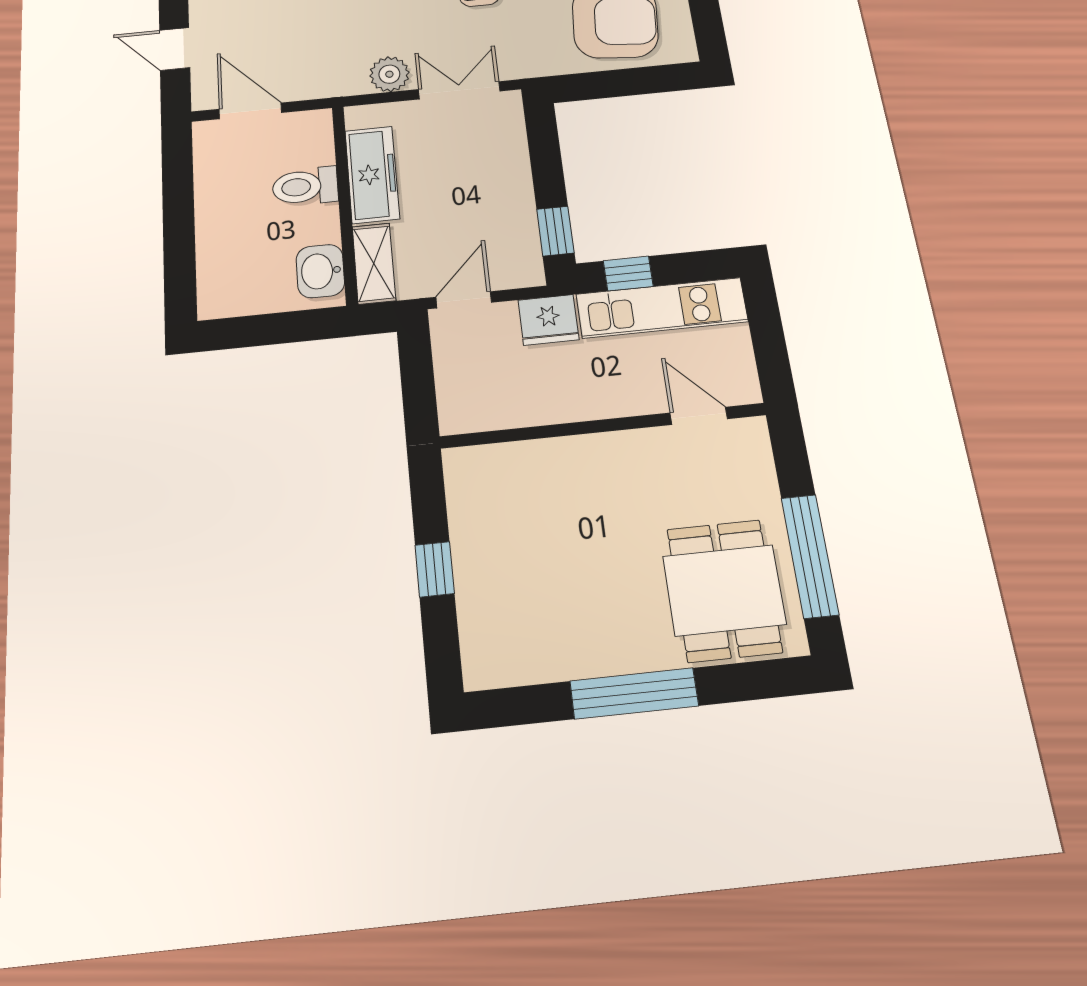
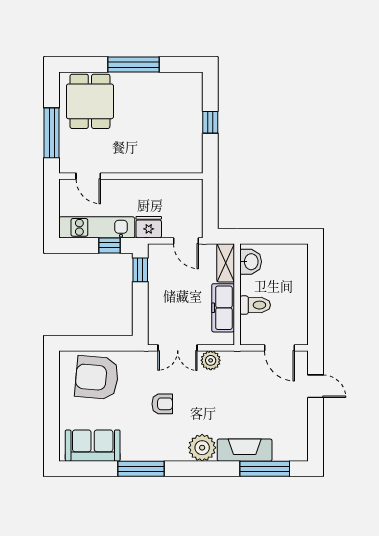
door: (464, 300) -> (186, 241), hinge flipped
window: (810, 556) -> (52, 133), moved

